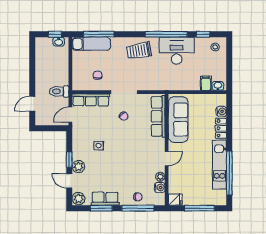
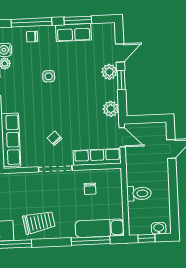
washbasin: (59, 42) -> (159, 228), moved
toilet: (59, 91) -> (139, 193), moved
door: (70, 115) -> (122, 137), hinge flipped
side table: (99, 146) -> (49, 76), moved
door: (69, 181) -> (120, 53), hinge flipped
plant: (78, 199) -> (111, 109), moved

